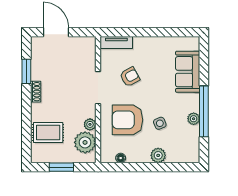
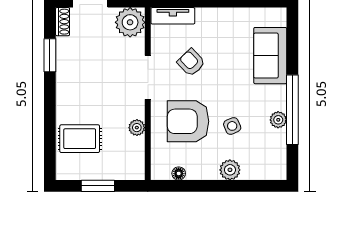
armchair: (130, 77) -> (191, 62), turned -105
shoe rack: (36, 92) -> (63, 22), moved
plant: (85, 142) -> (130, 22), moved

